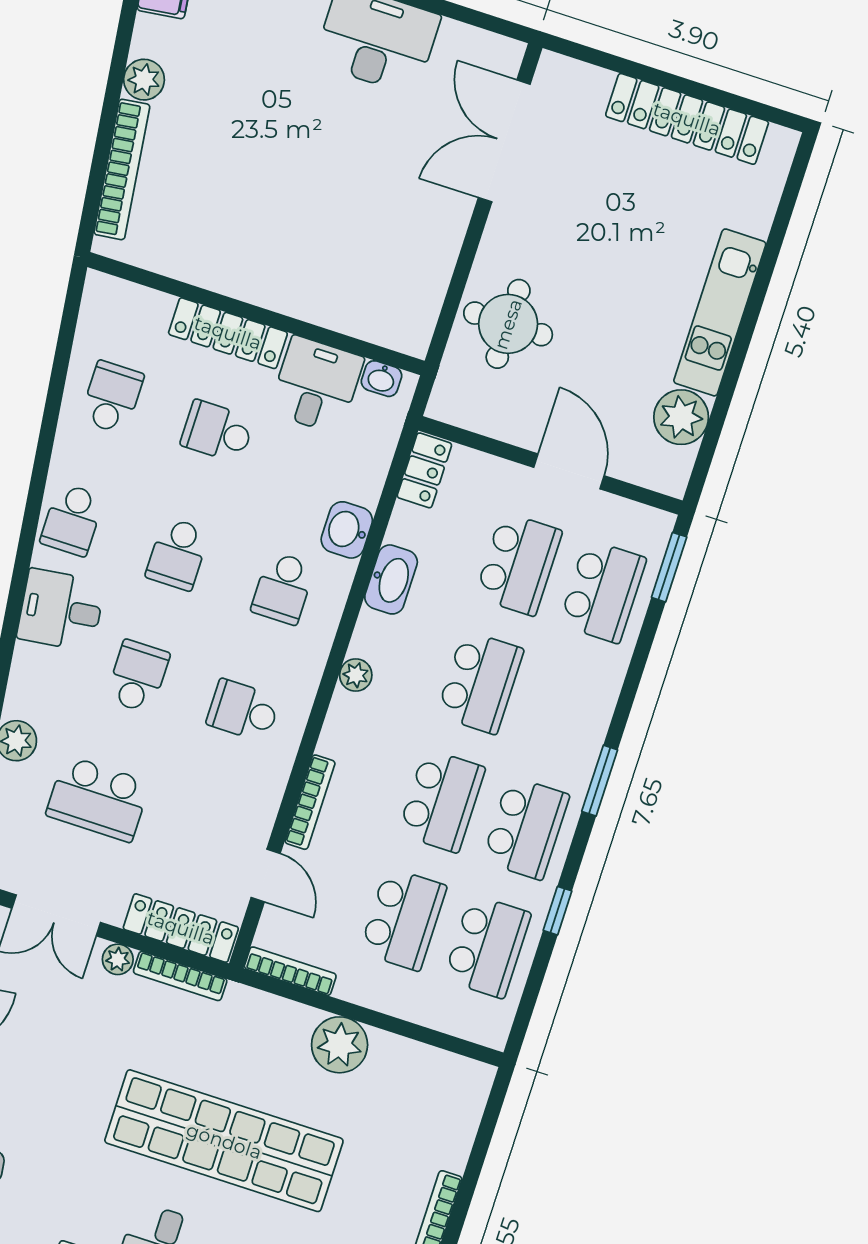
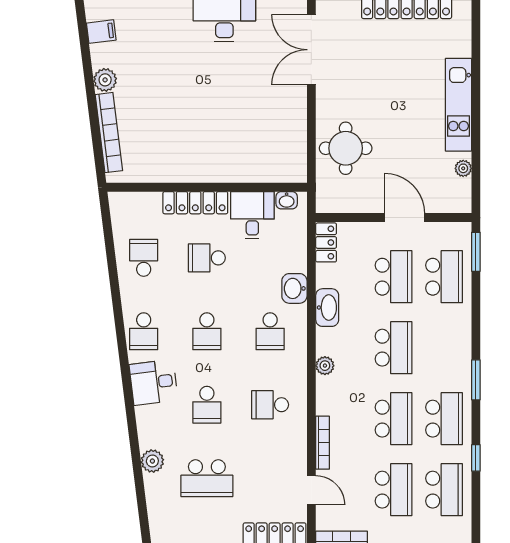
plant: (681, 417) -> (463, 168), width x0.53, depth x0.53
school desk: (138, 676) -> (207, 405), turned 180

